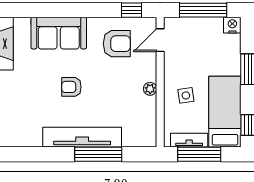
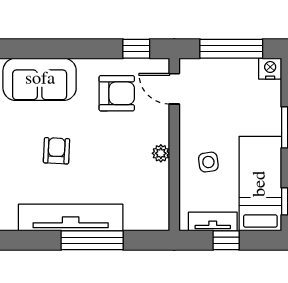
door: (160, 40) -> (174, 89), hinge flipped
armchair: (71, 87) -> (56, 151), turned 93
window: (199, 154) -> (226, 240), width x0.46

